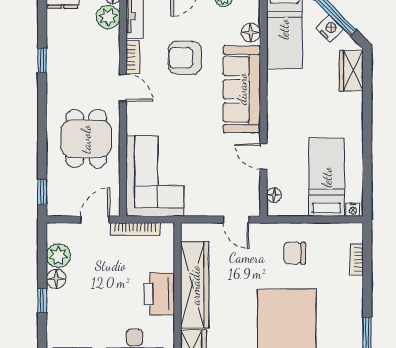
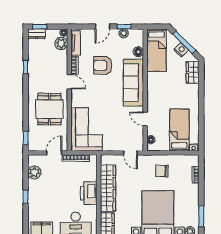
floor lamp: (56, 279) -> (33, 185), removed

